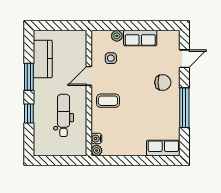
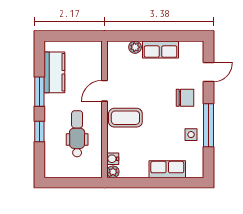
side table: (111, 58) -> (191, 135), moved
coffee table: (108, 101) -> (125, 118), width x1.36, depth x1.30
row of seats: (163, 148) -> (167, 169), moved

